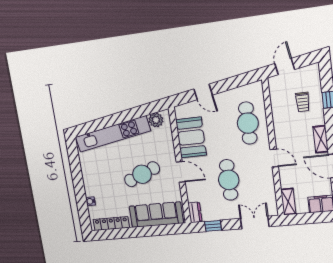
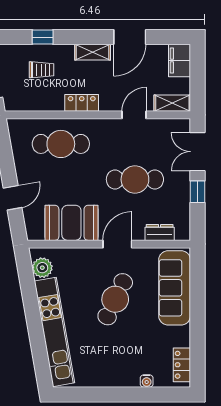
locker: (281, 135) -> (82, 103), added
door: (274, 158) -> (134, 115), moved
cafe table: (142, 174) -> (115, 299), turned 47
dresser: (195, 212) -> (160, 232), moved
locker: (111, 224) -> (182, 365), width x0.66
window: (213, 226) -> (198, 192), moved

